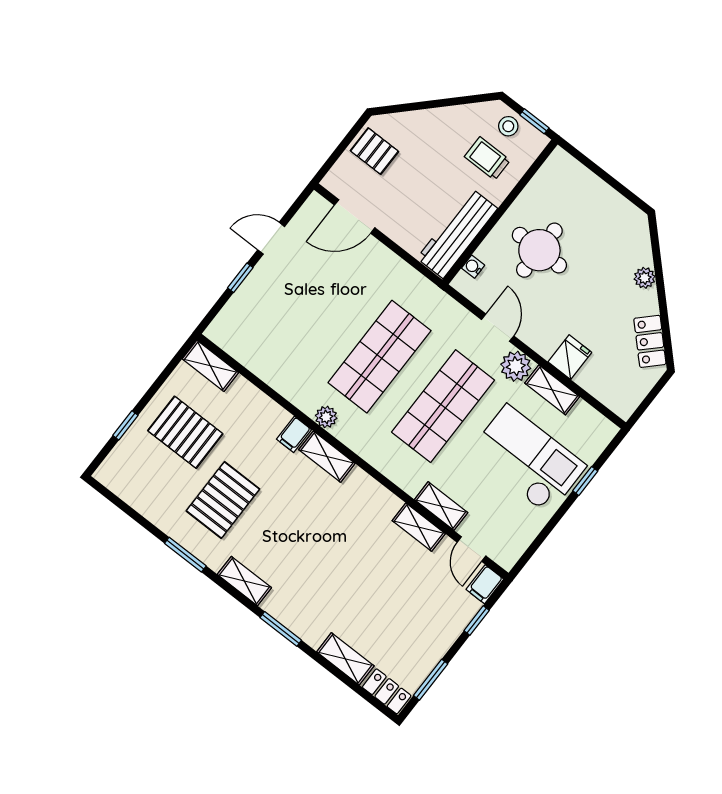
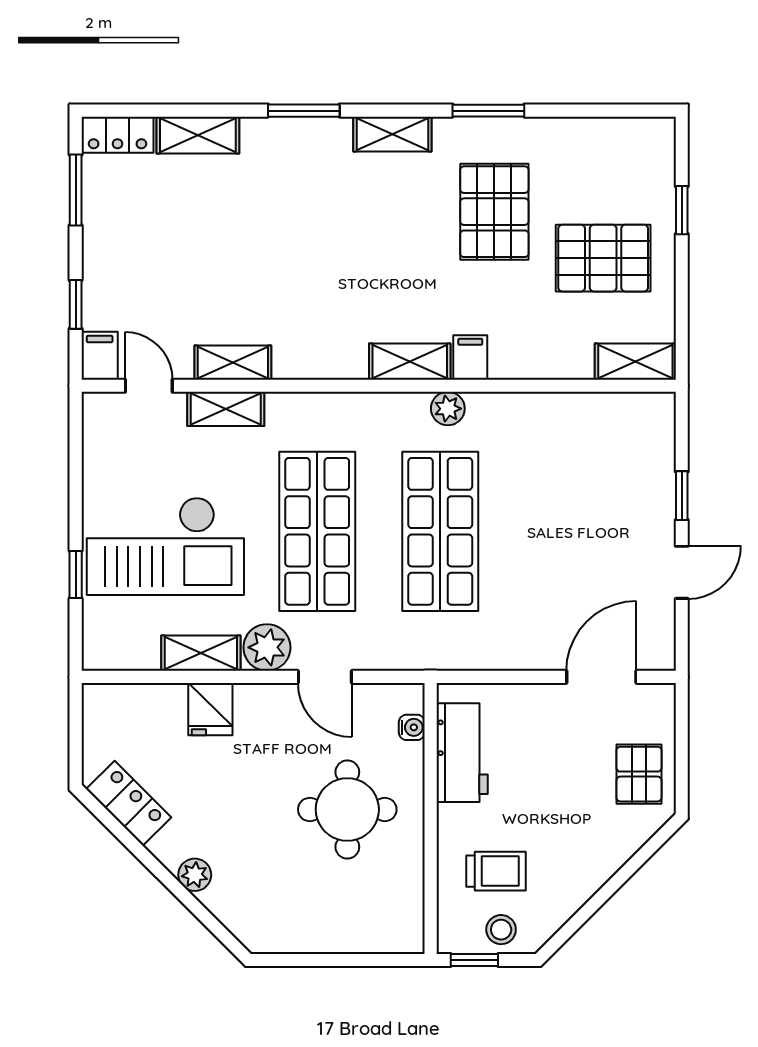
pallet: (374, 151) -> (639, 774), turned 90
workbench: (457, 233) -> (462, 753), width x0.73

